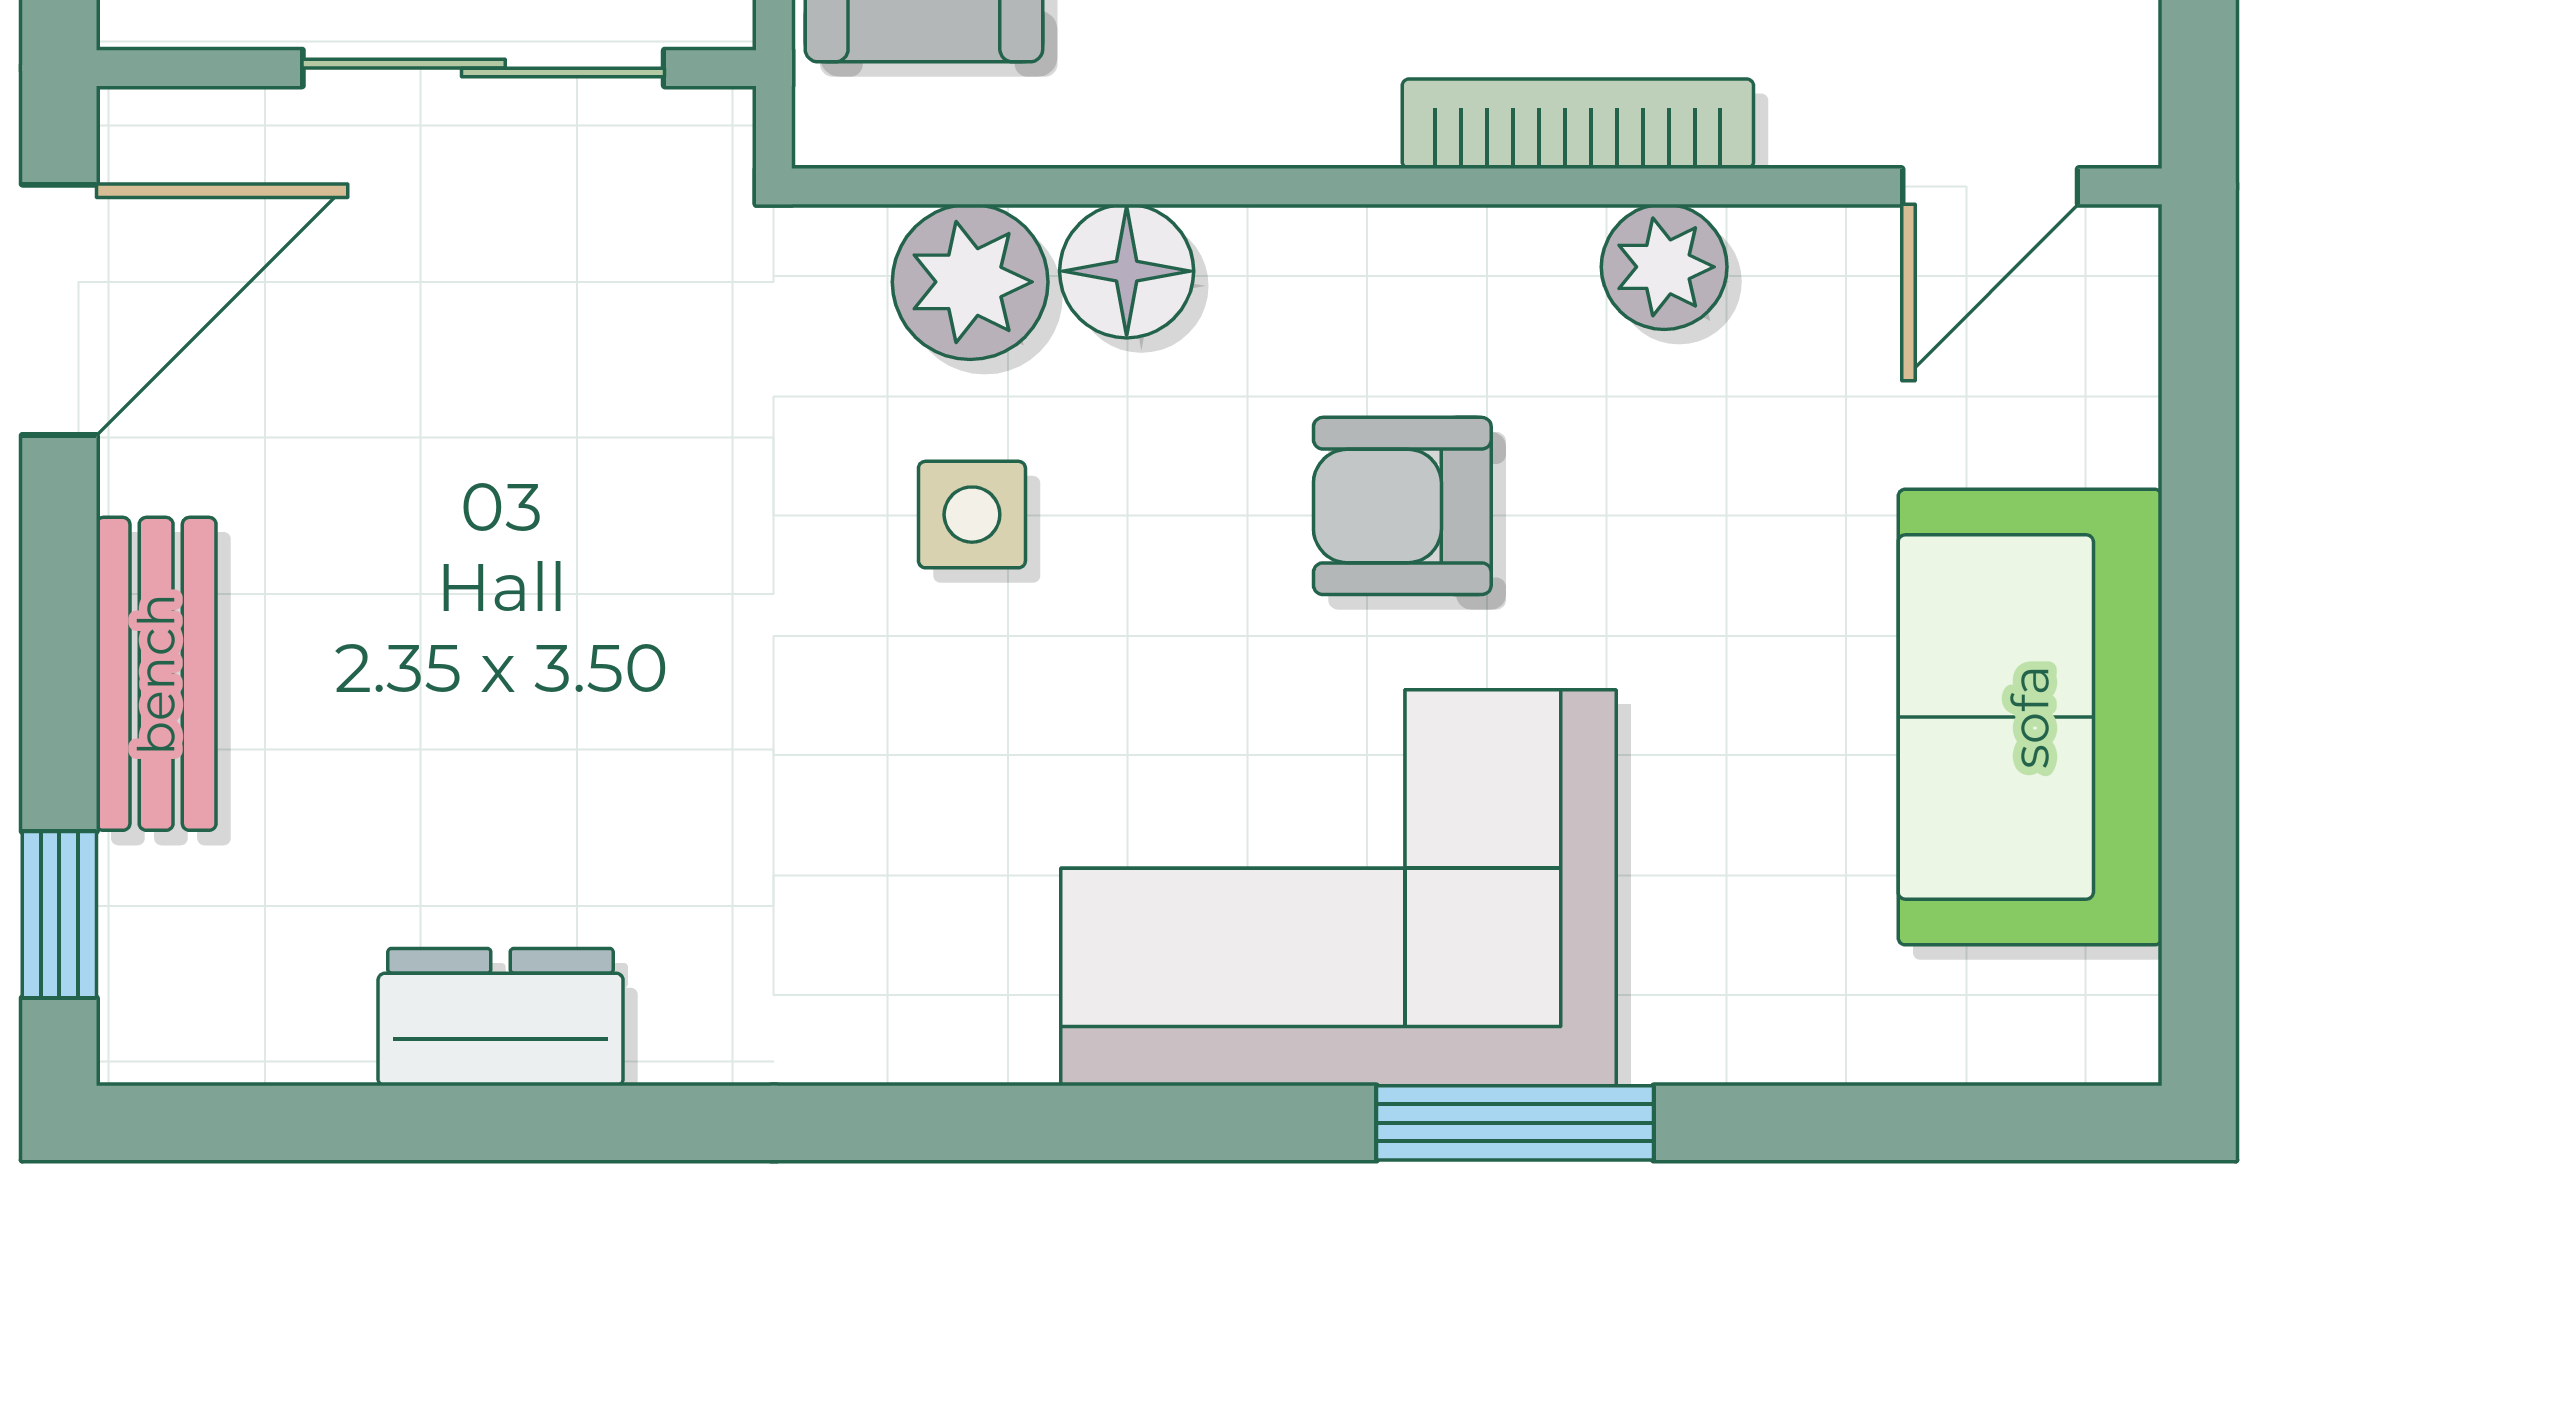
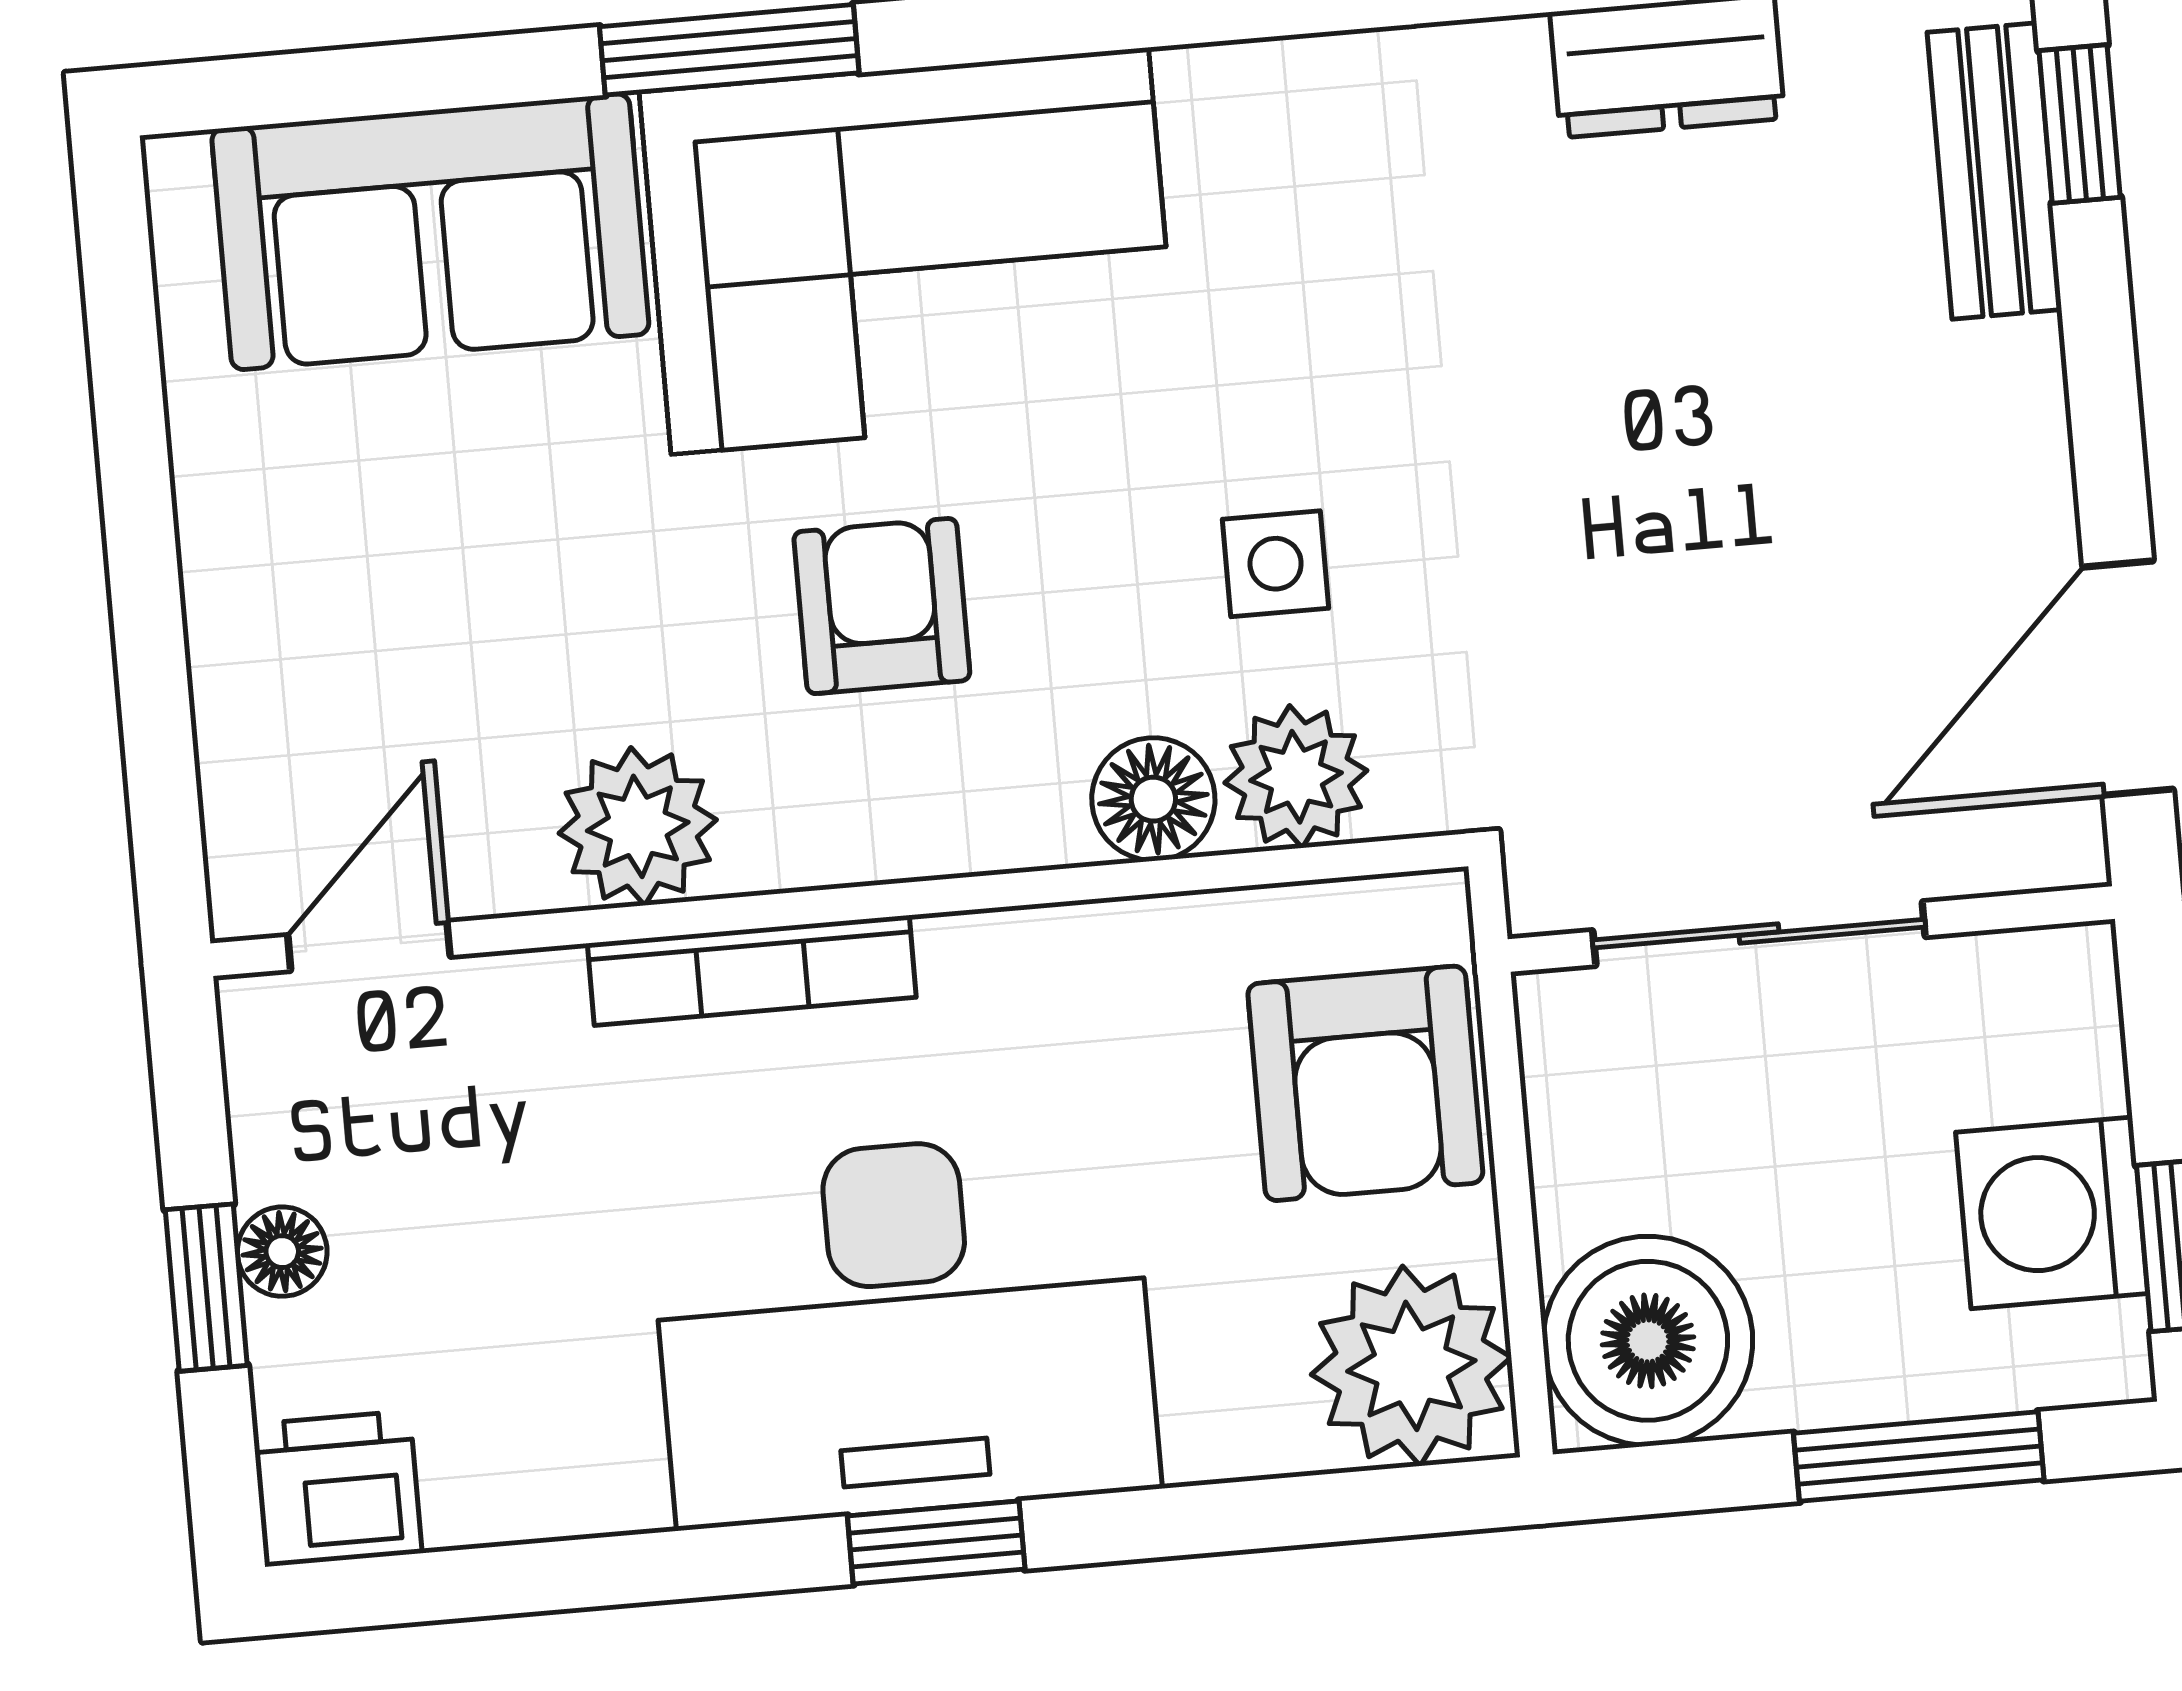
plant: (1664, 267) -> (638, 826), width x1.38, depth x1.38
armchair: (1402, 506) -> (882, 606), turned -90
bench: (156, 674) -> (1994, 171), moved
sofa: (2030, 717) -> (430, 232), moved, turned 90

